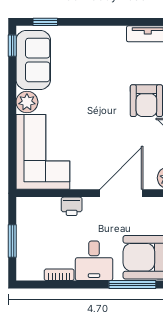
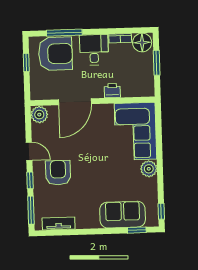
sofa: (33, 60) -> (123, 215), moved, turned 90
floor lamp: (30, 268) -> (142, 43), added

